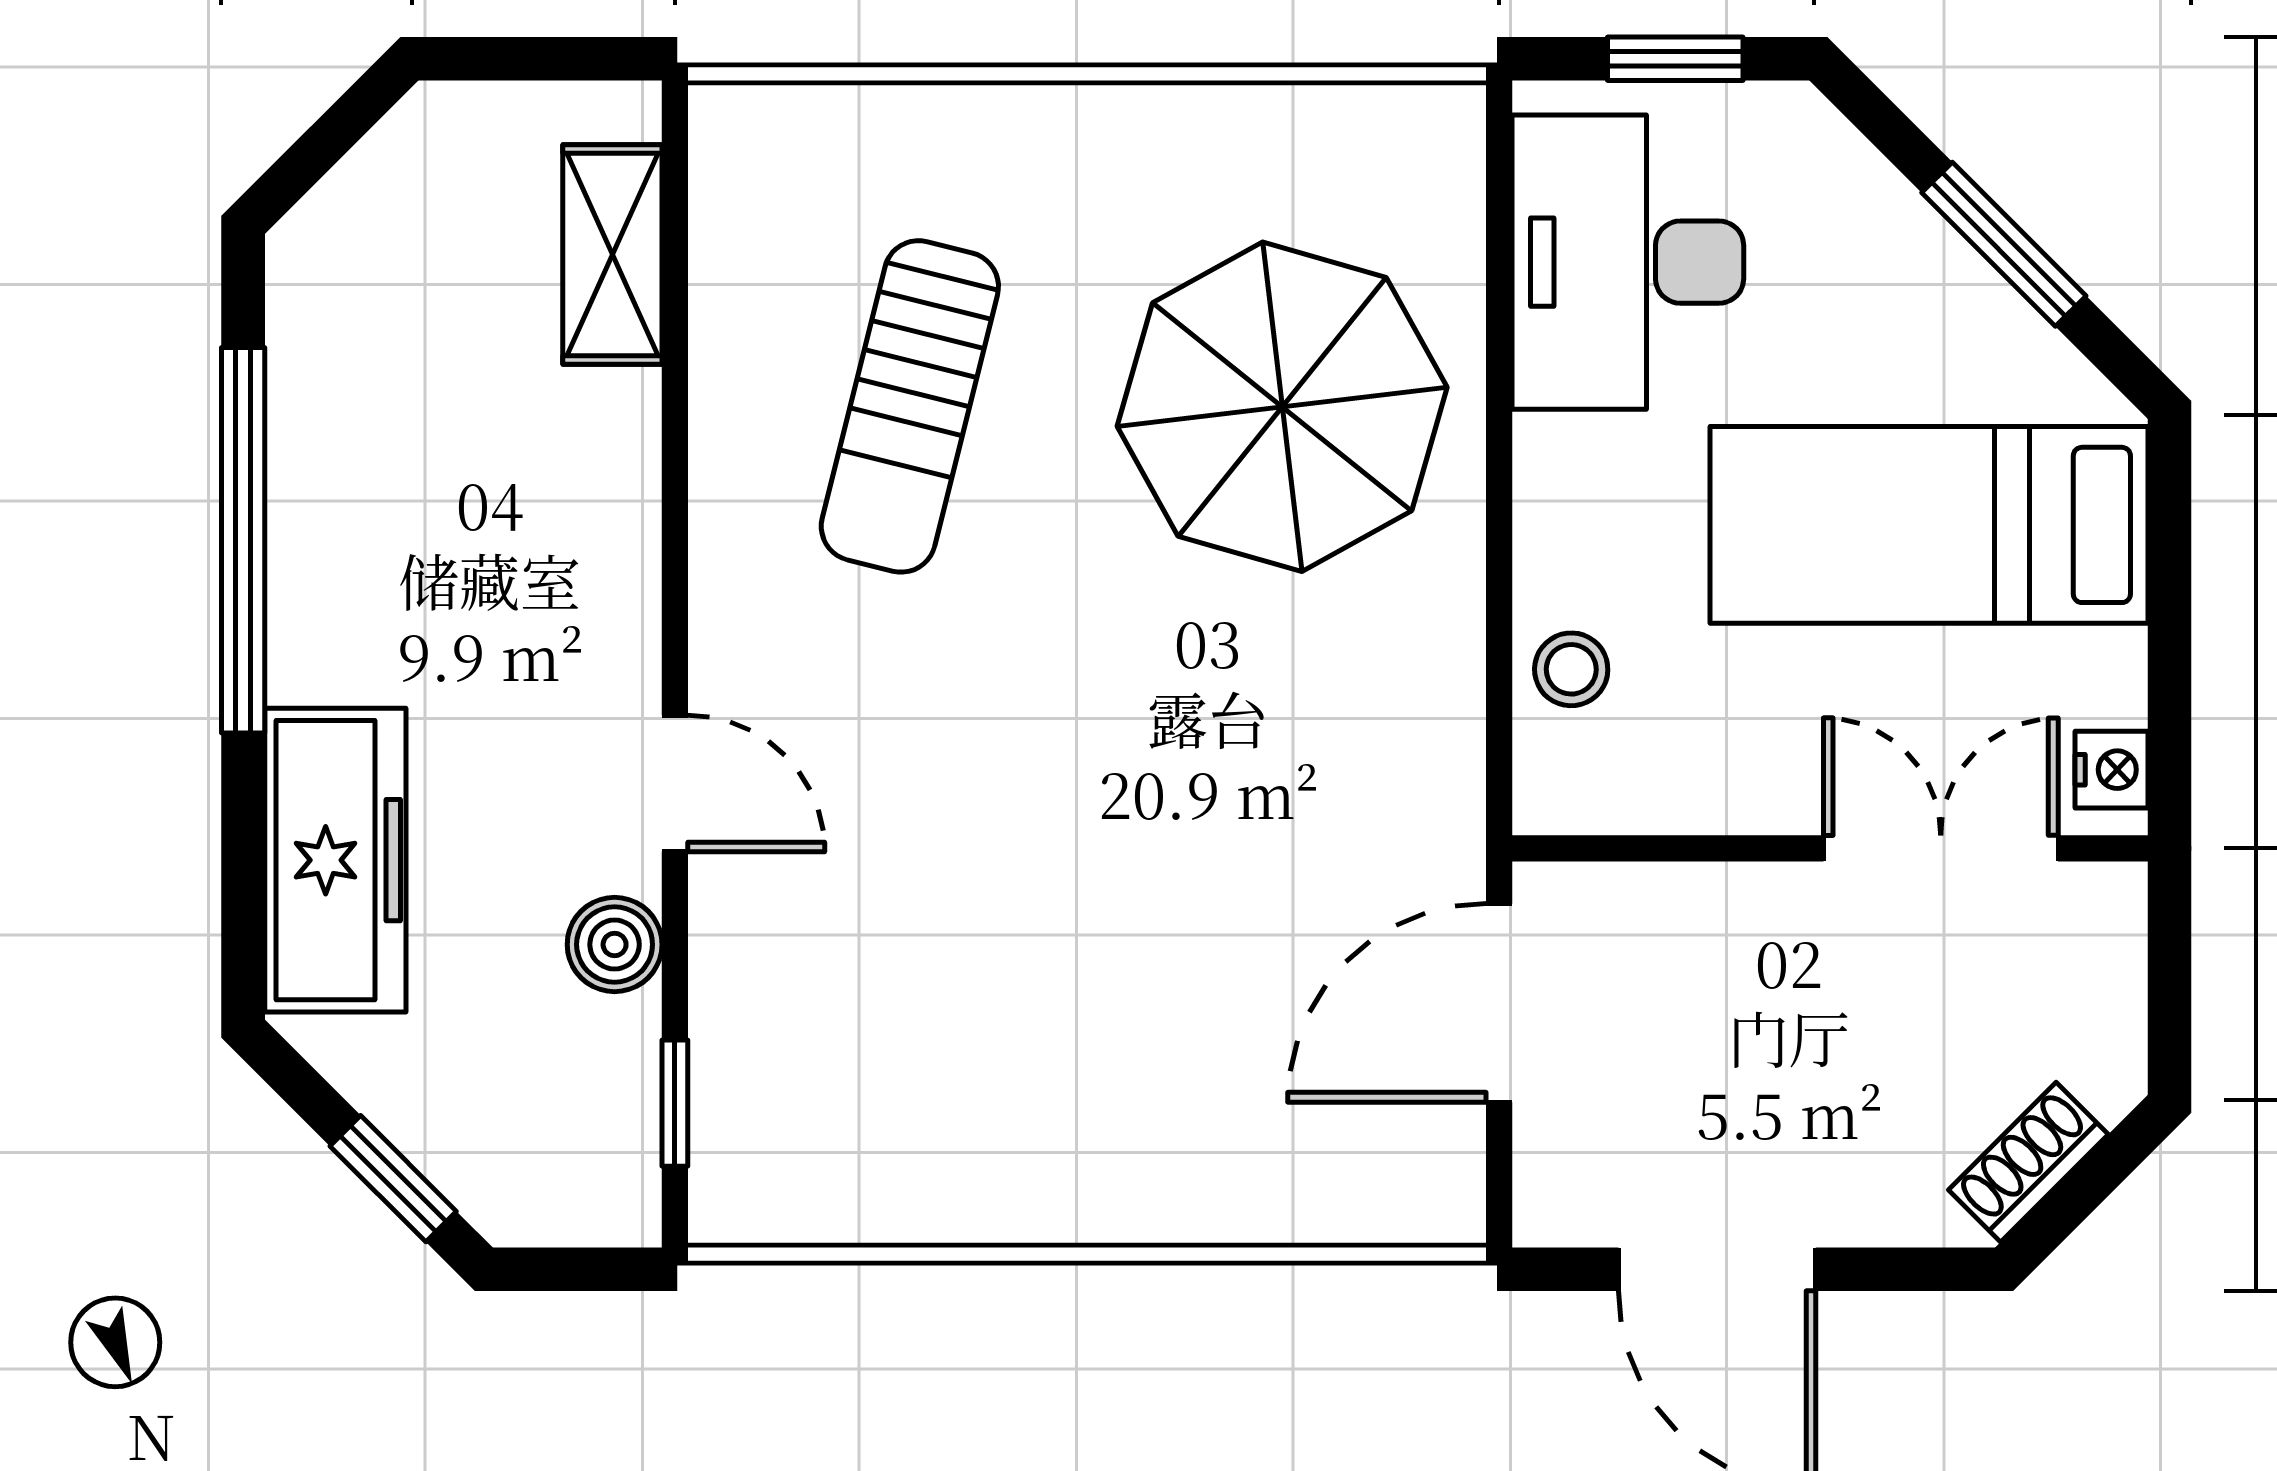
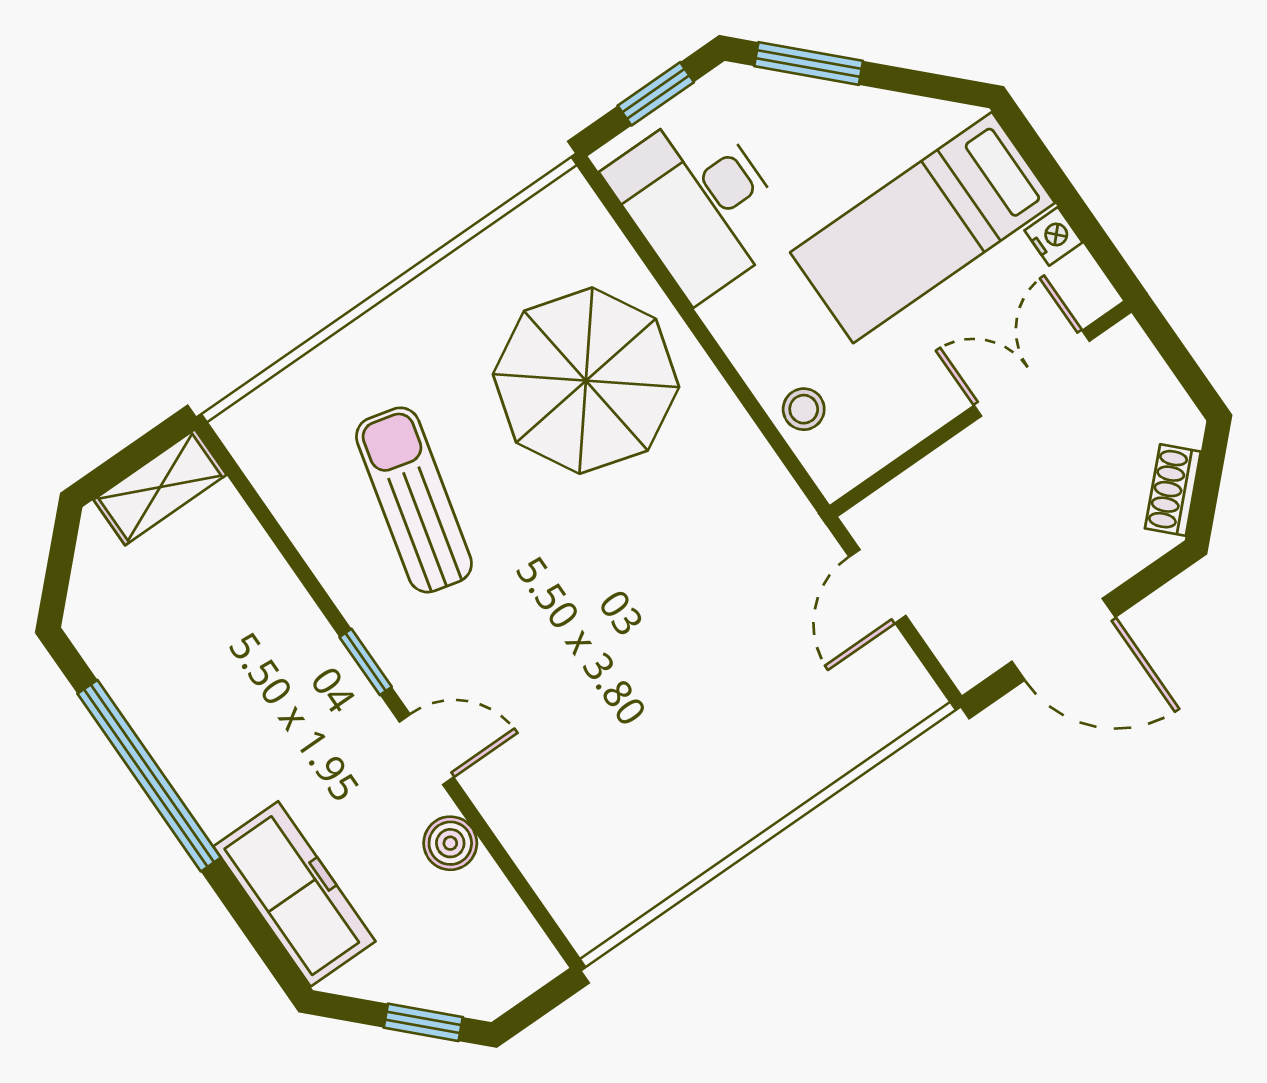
window: (2004, 244) -> (809, 63), moved
shelving: (612, 254) -> (160, 487), moved, turned 90
sun lounger: (910, 406) -> (414, 500), turned 180
nightstand: (2111, 770) -> (1054, 236), moved
door: (1499, 1003) -> (877, 586), width x0.73
window: (675, 1103) -> (366, 662), moved

